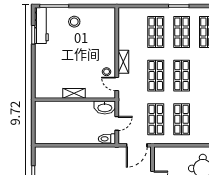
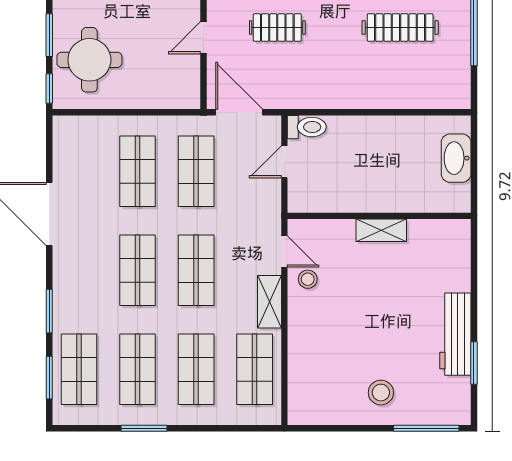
workbench: (41, 26) -> (455, 334), moved
shop shelf: (130, 32) -> (255, 369), added
washbasin: (105, 107) -> (456, 158), moved, turned -90
door: (137, 145) -> (239, 112), hinge flipped

